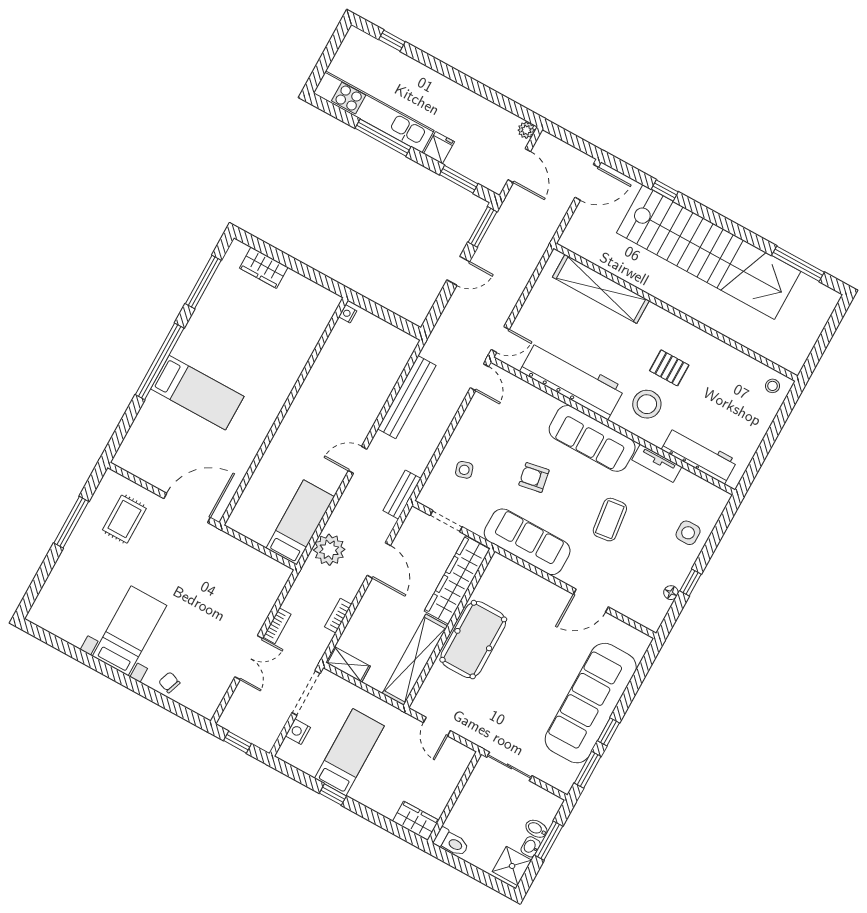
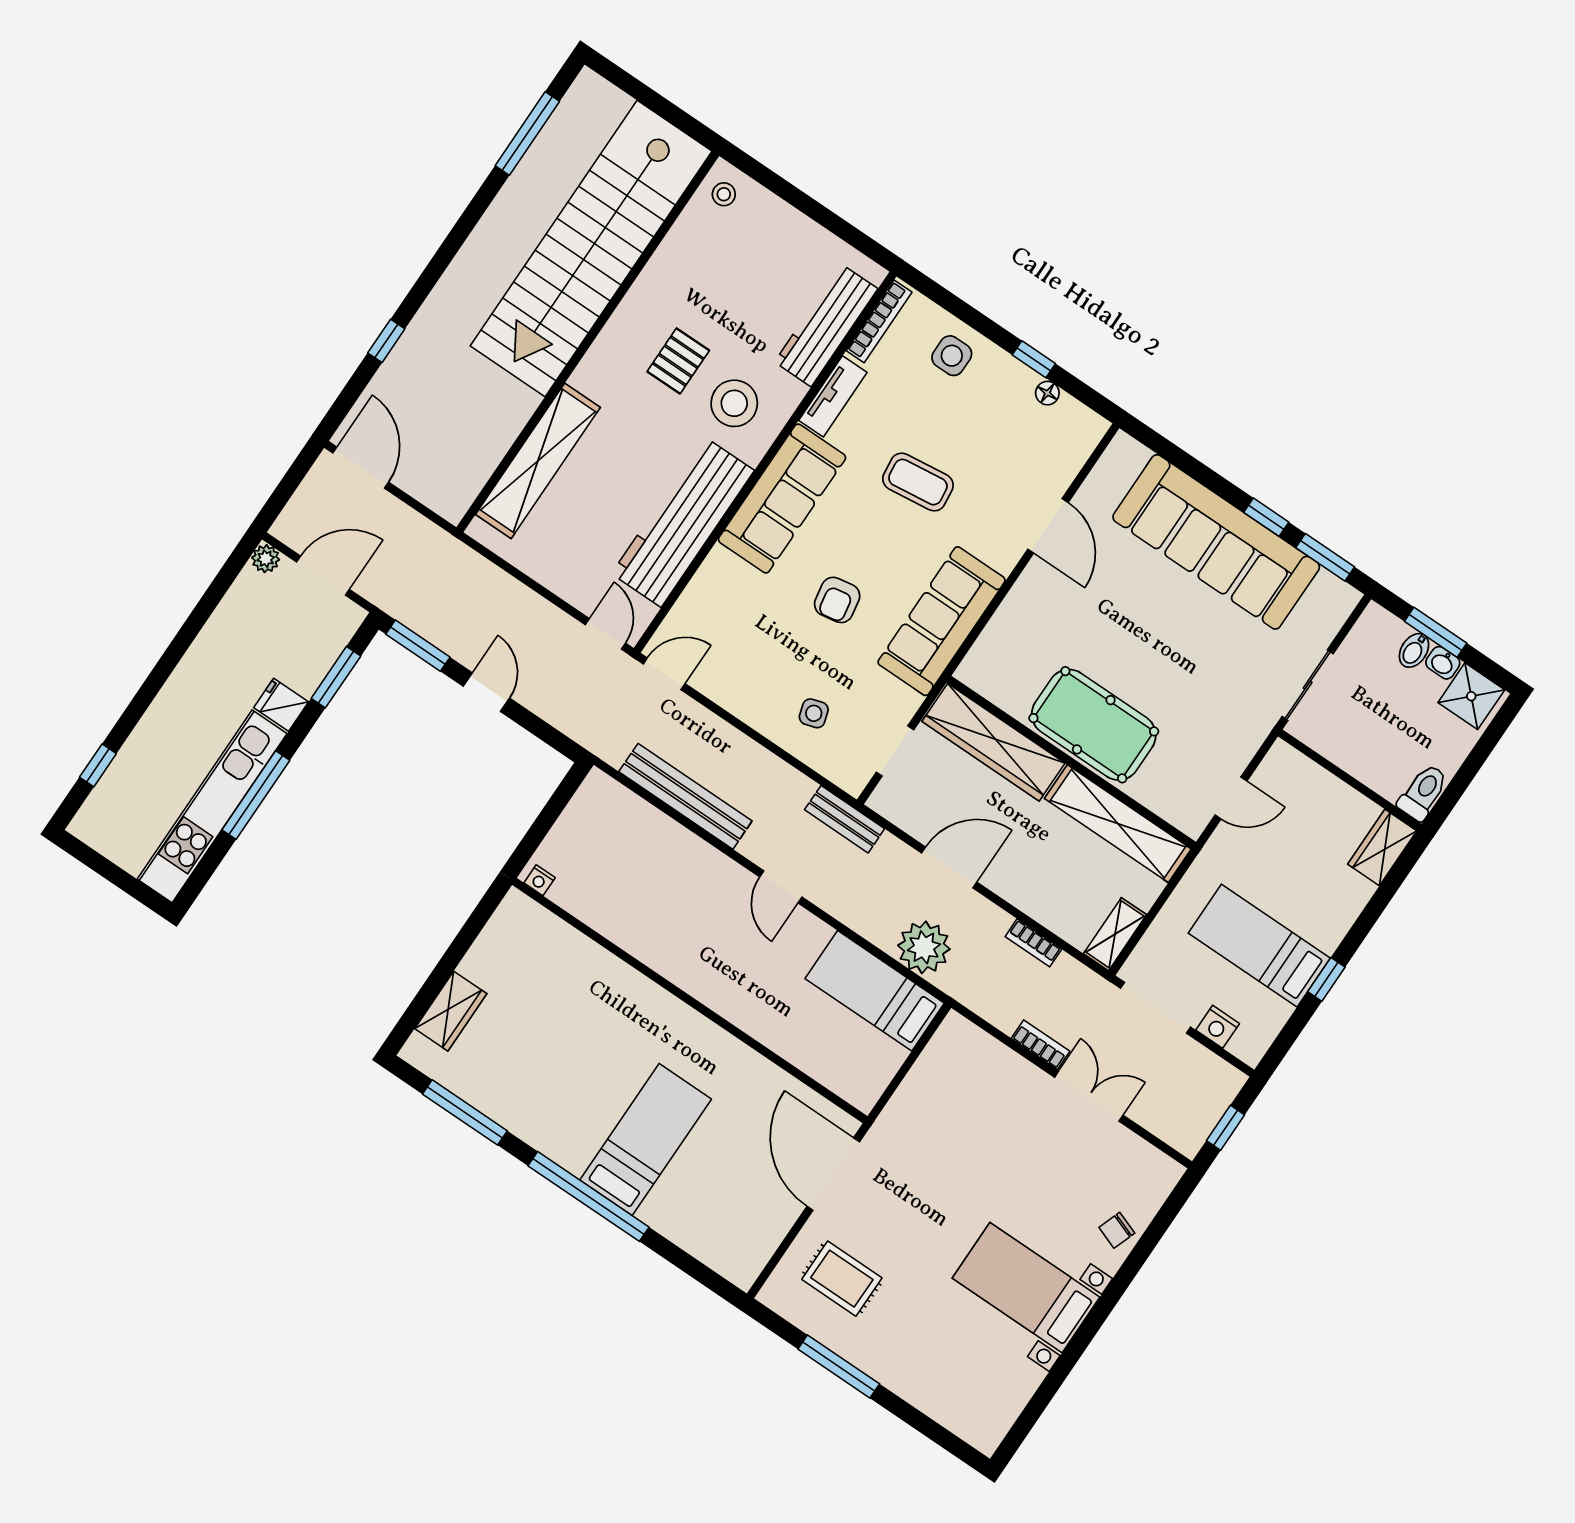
stairs: (709, 252) -> (591, 249), moved, turned 180
bookcase: (705, 487) -> (879, 321), added

